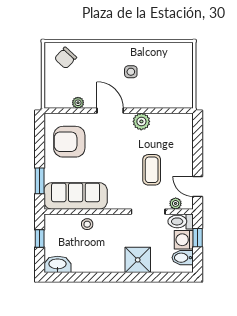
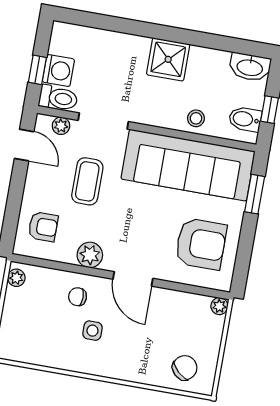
chair: (145, 92) -> (78, 297), added
plant: (187, 98) -> (16, 278), added
plant: (78, 103) -> (219, 306), moved
armchair: (176, 135) -> (43, 227), added
sofa: (76, 196) -> (188, 165), width x1.36, depth x1.27
bidet: (183, 258) -> (245, 119), moved, turned 180
shower: (138, 260) -> (168, 59), moved

